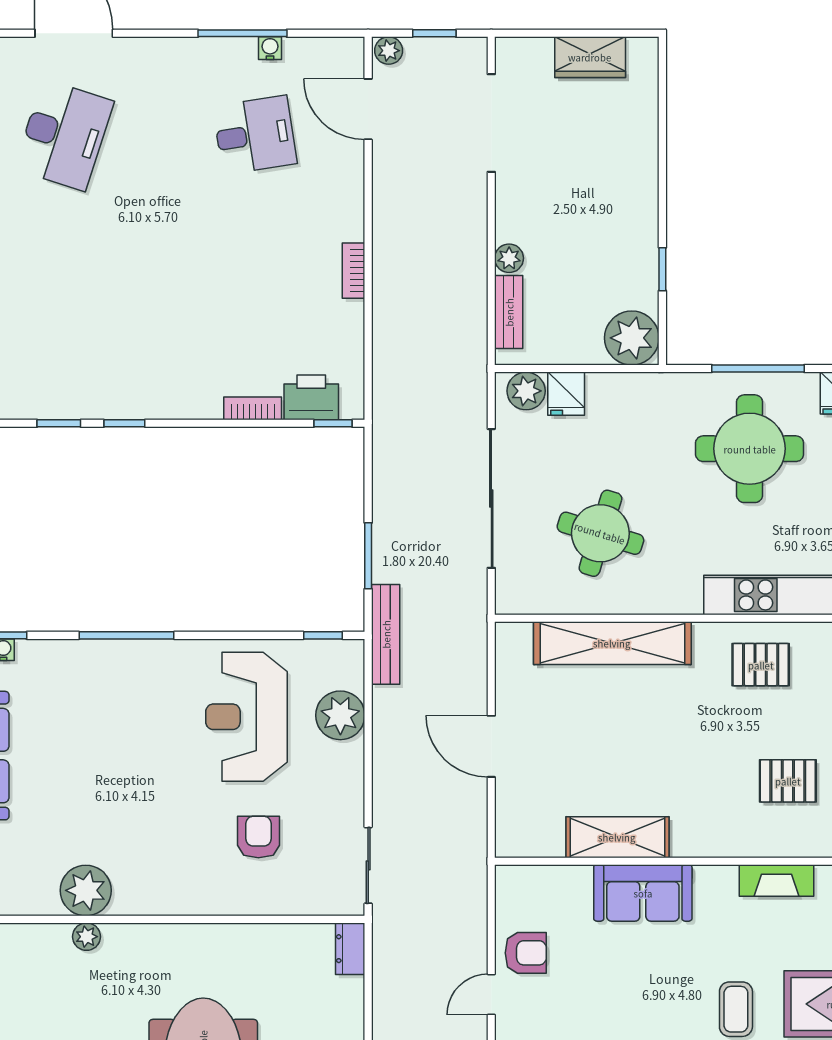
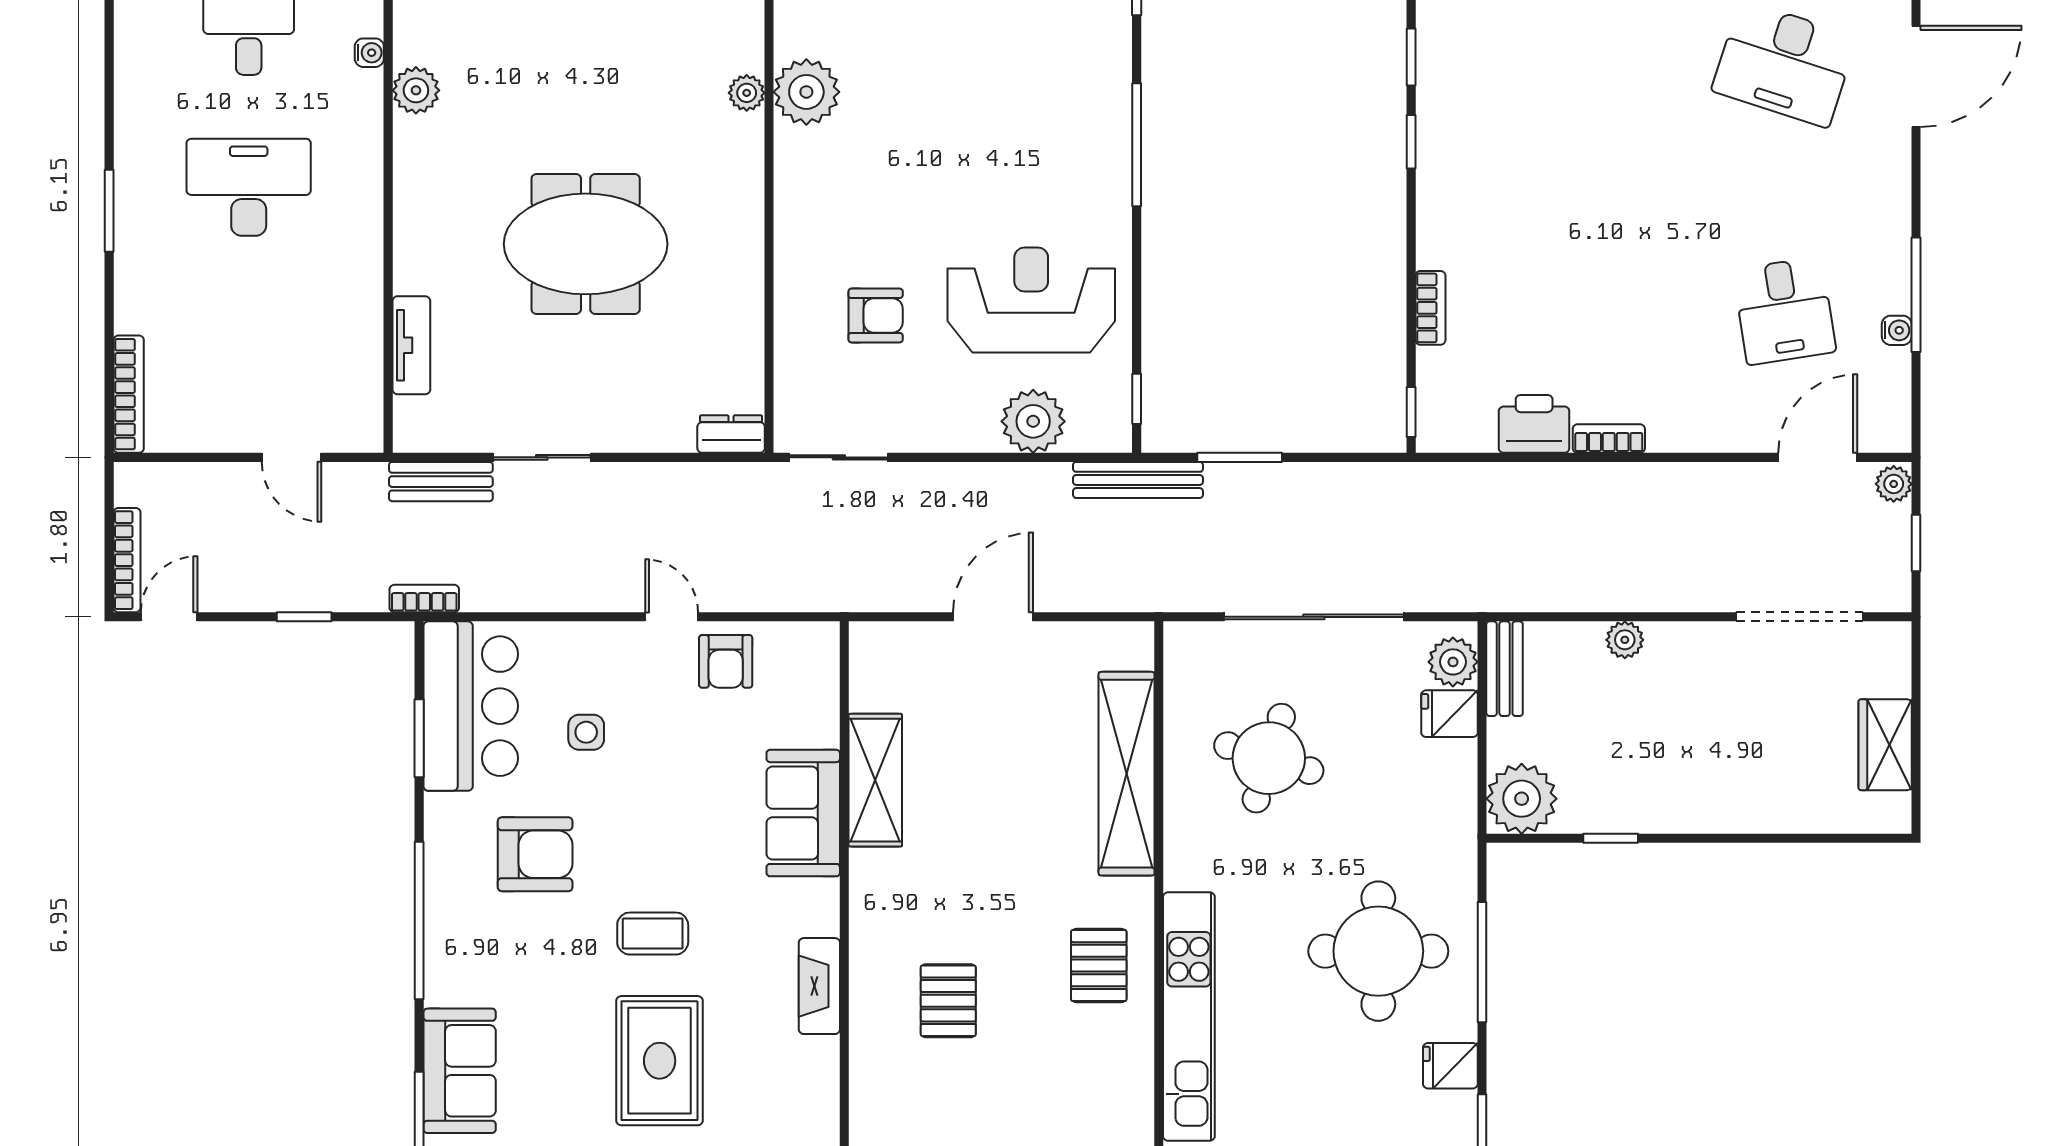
bench: (509, 312) -> (1505, 669), moved, turned 90
printer: (311, 397) -> (1534, 424), moved, turned -90

